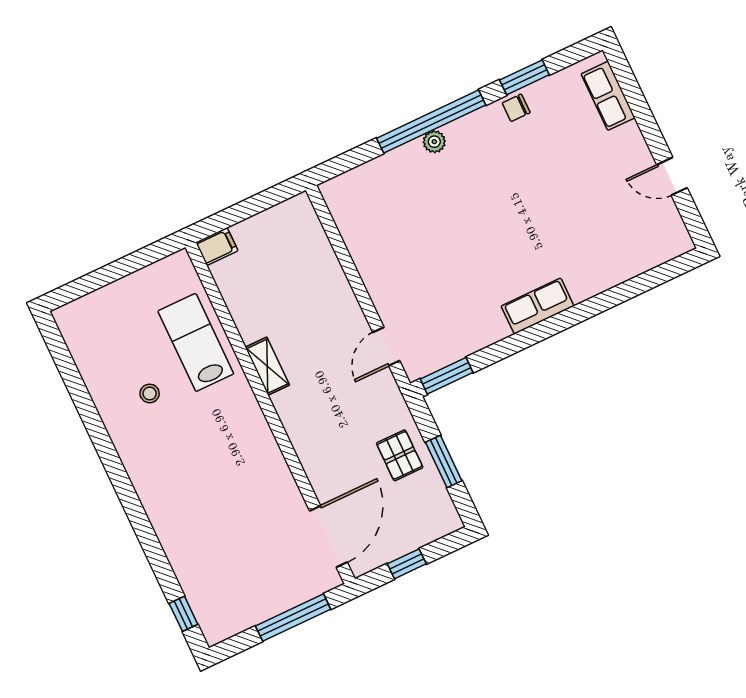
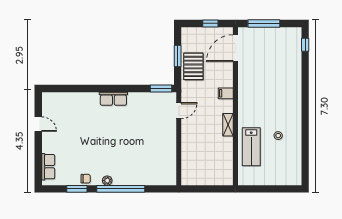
plant: (434, 142) -> (107, 181), moved
filing cabinet: (217, 247) -> (226, 93), moved
pallet: (400, 455) -> (193, 66), width x1.50, depth x1.42

